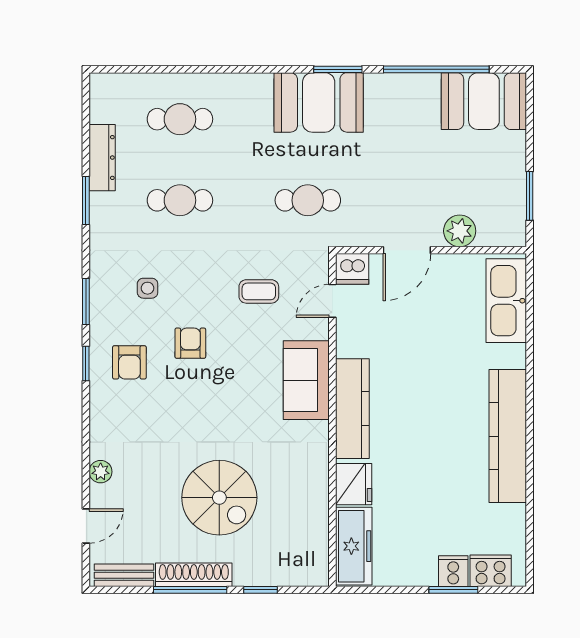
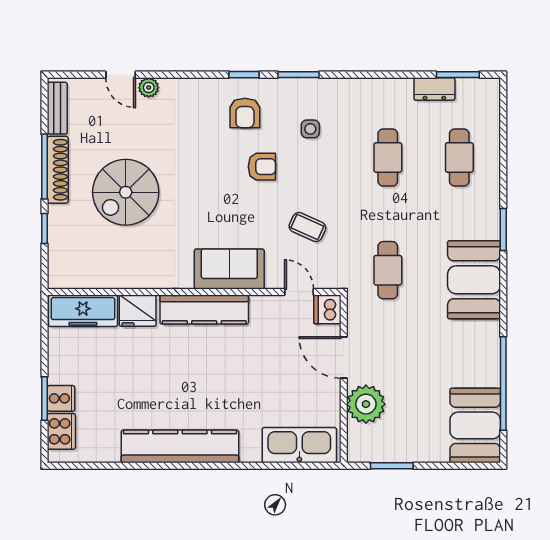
window: (338, 69) -> (503, 230), moved
dresser: (102, 158) -> (434, 89), width x0.70
window: (86, 201) -> (458, 75), moved
plant: (460, 231) -> (366, 404), width x1.36, depth x1.36
coffee table: (259, 291) -> (307, 227), turned -66
armchair: (129, 362) -> (245, 113), turned -90
door: (86, 526) -> (121, 75), moved

